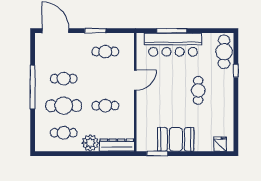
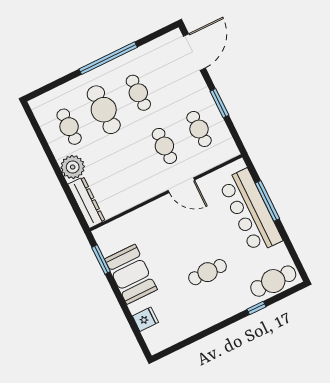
cafe table: (105, 106) -> (164, 146), moved
fridge: (220, 144) -> (145, 319), moved

